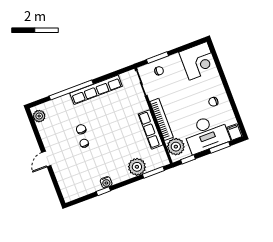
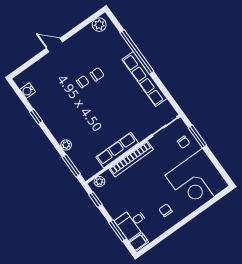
corner desk: (198, 61) -> (197, 180), width x1.36, depth x1.36
desk: (206, 134) -> (132, 223), width x0.53, depth x0.77
plant: (176, 147) -> (99, 181), width x0.53, depth x0.53
plant: (137, 167) -> (66, 145), width x0.53, depth x0.53
water cooler: (106, 182) -> (28, 91), moved

